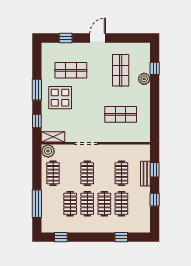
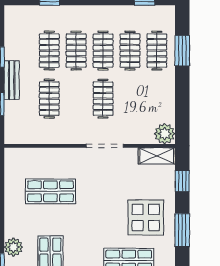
clothes rail: (53, 173) -> (157, 51), moved
bench: (145, 174) -> (12, 80), moved
window: (37, 204) -> (182, 51), width x0.69

